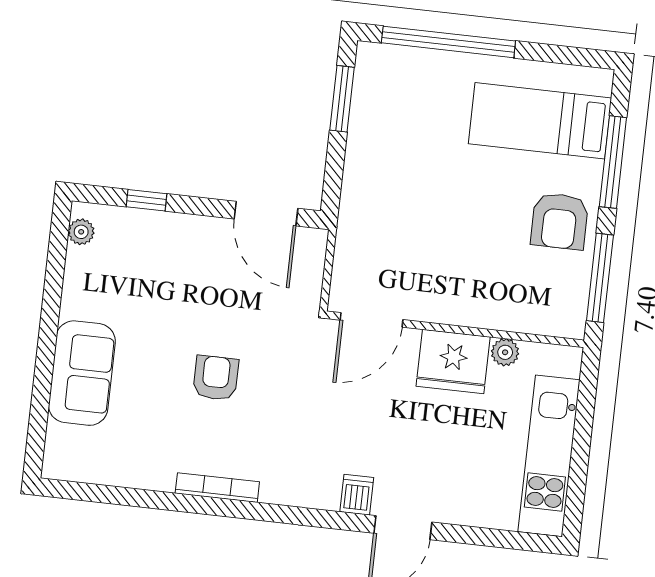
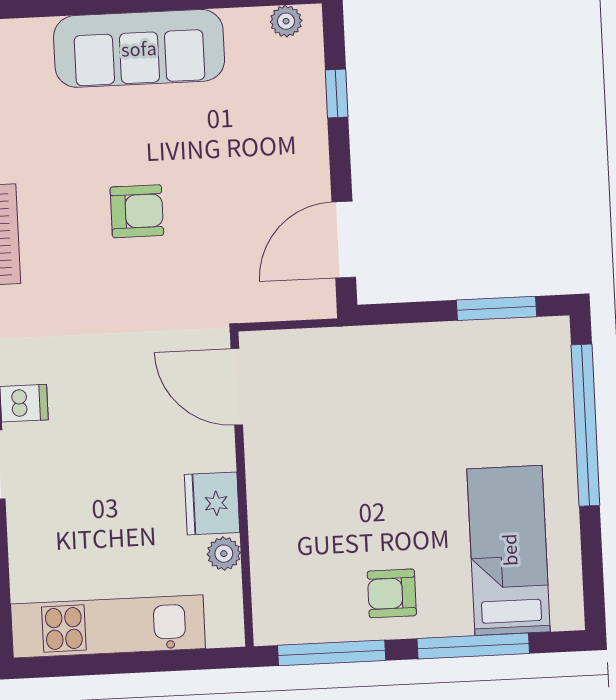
armchair: (560, 221) -> (392, 593), width x0.72, depth x0.72
fridge: (453, 361) -> (212, 503), width x0.73, depth x0.75
sofa: (82, 373) -> (139, 48), width x1.36

